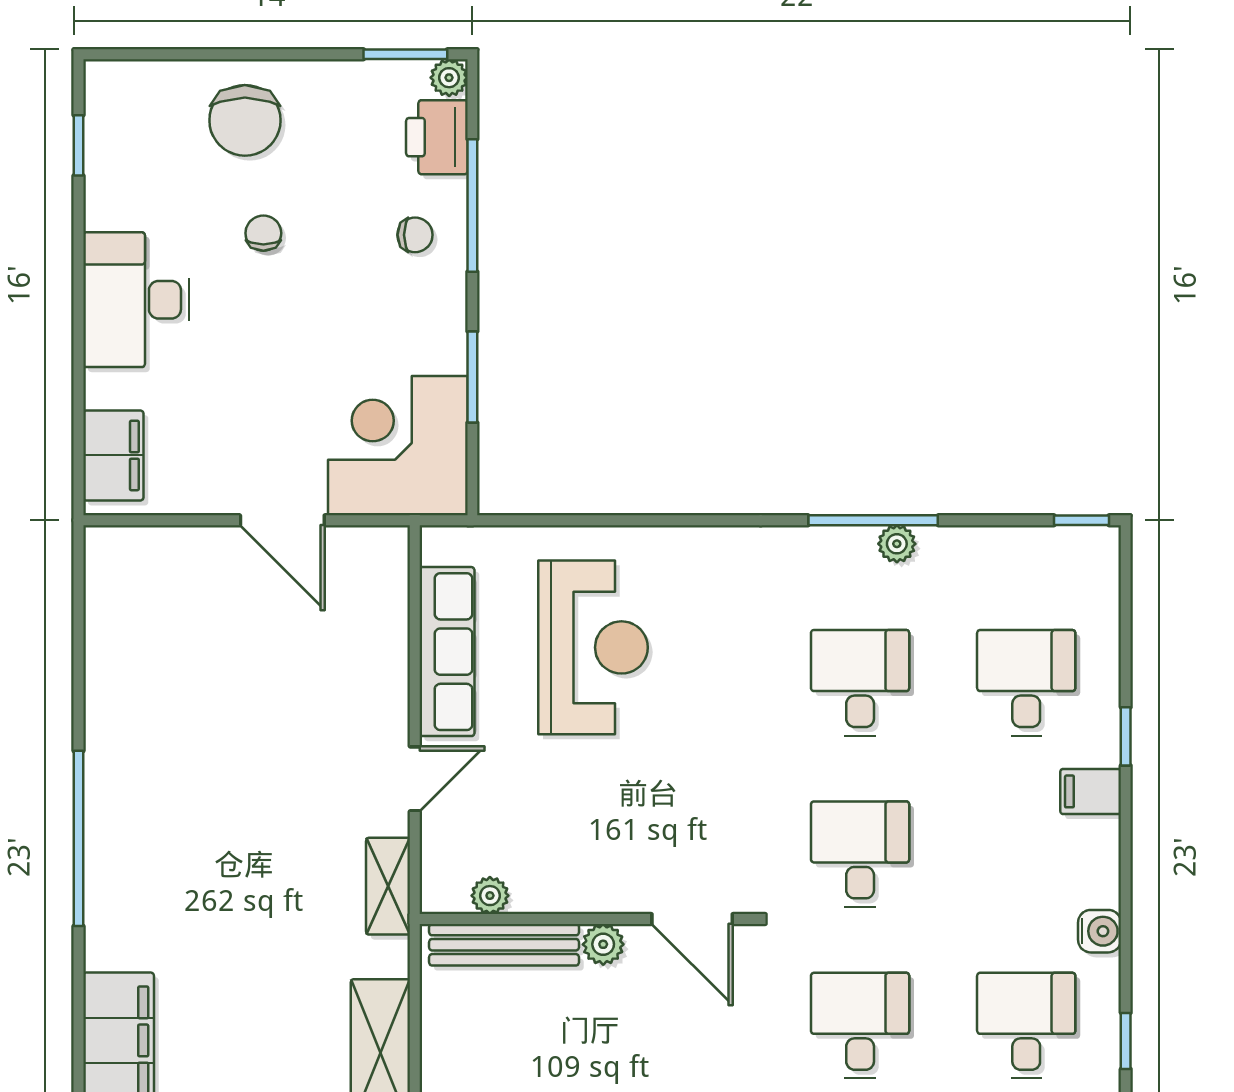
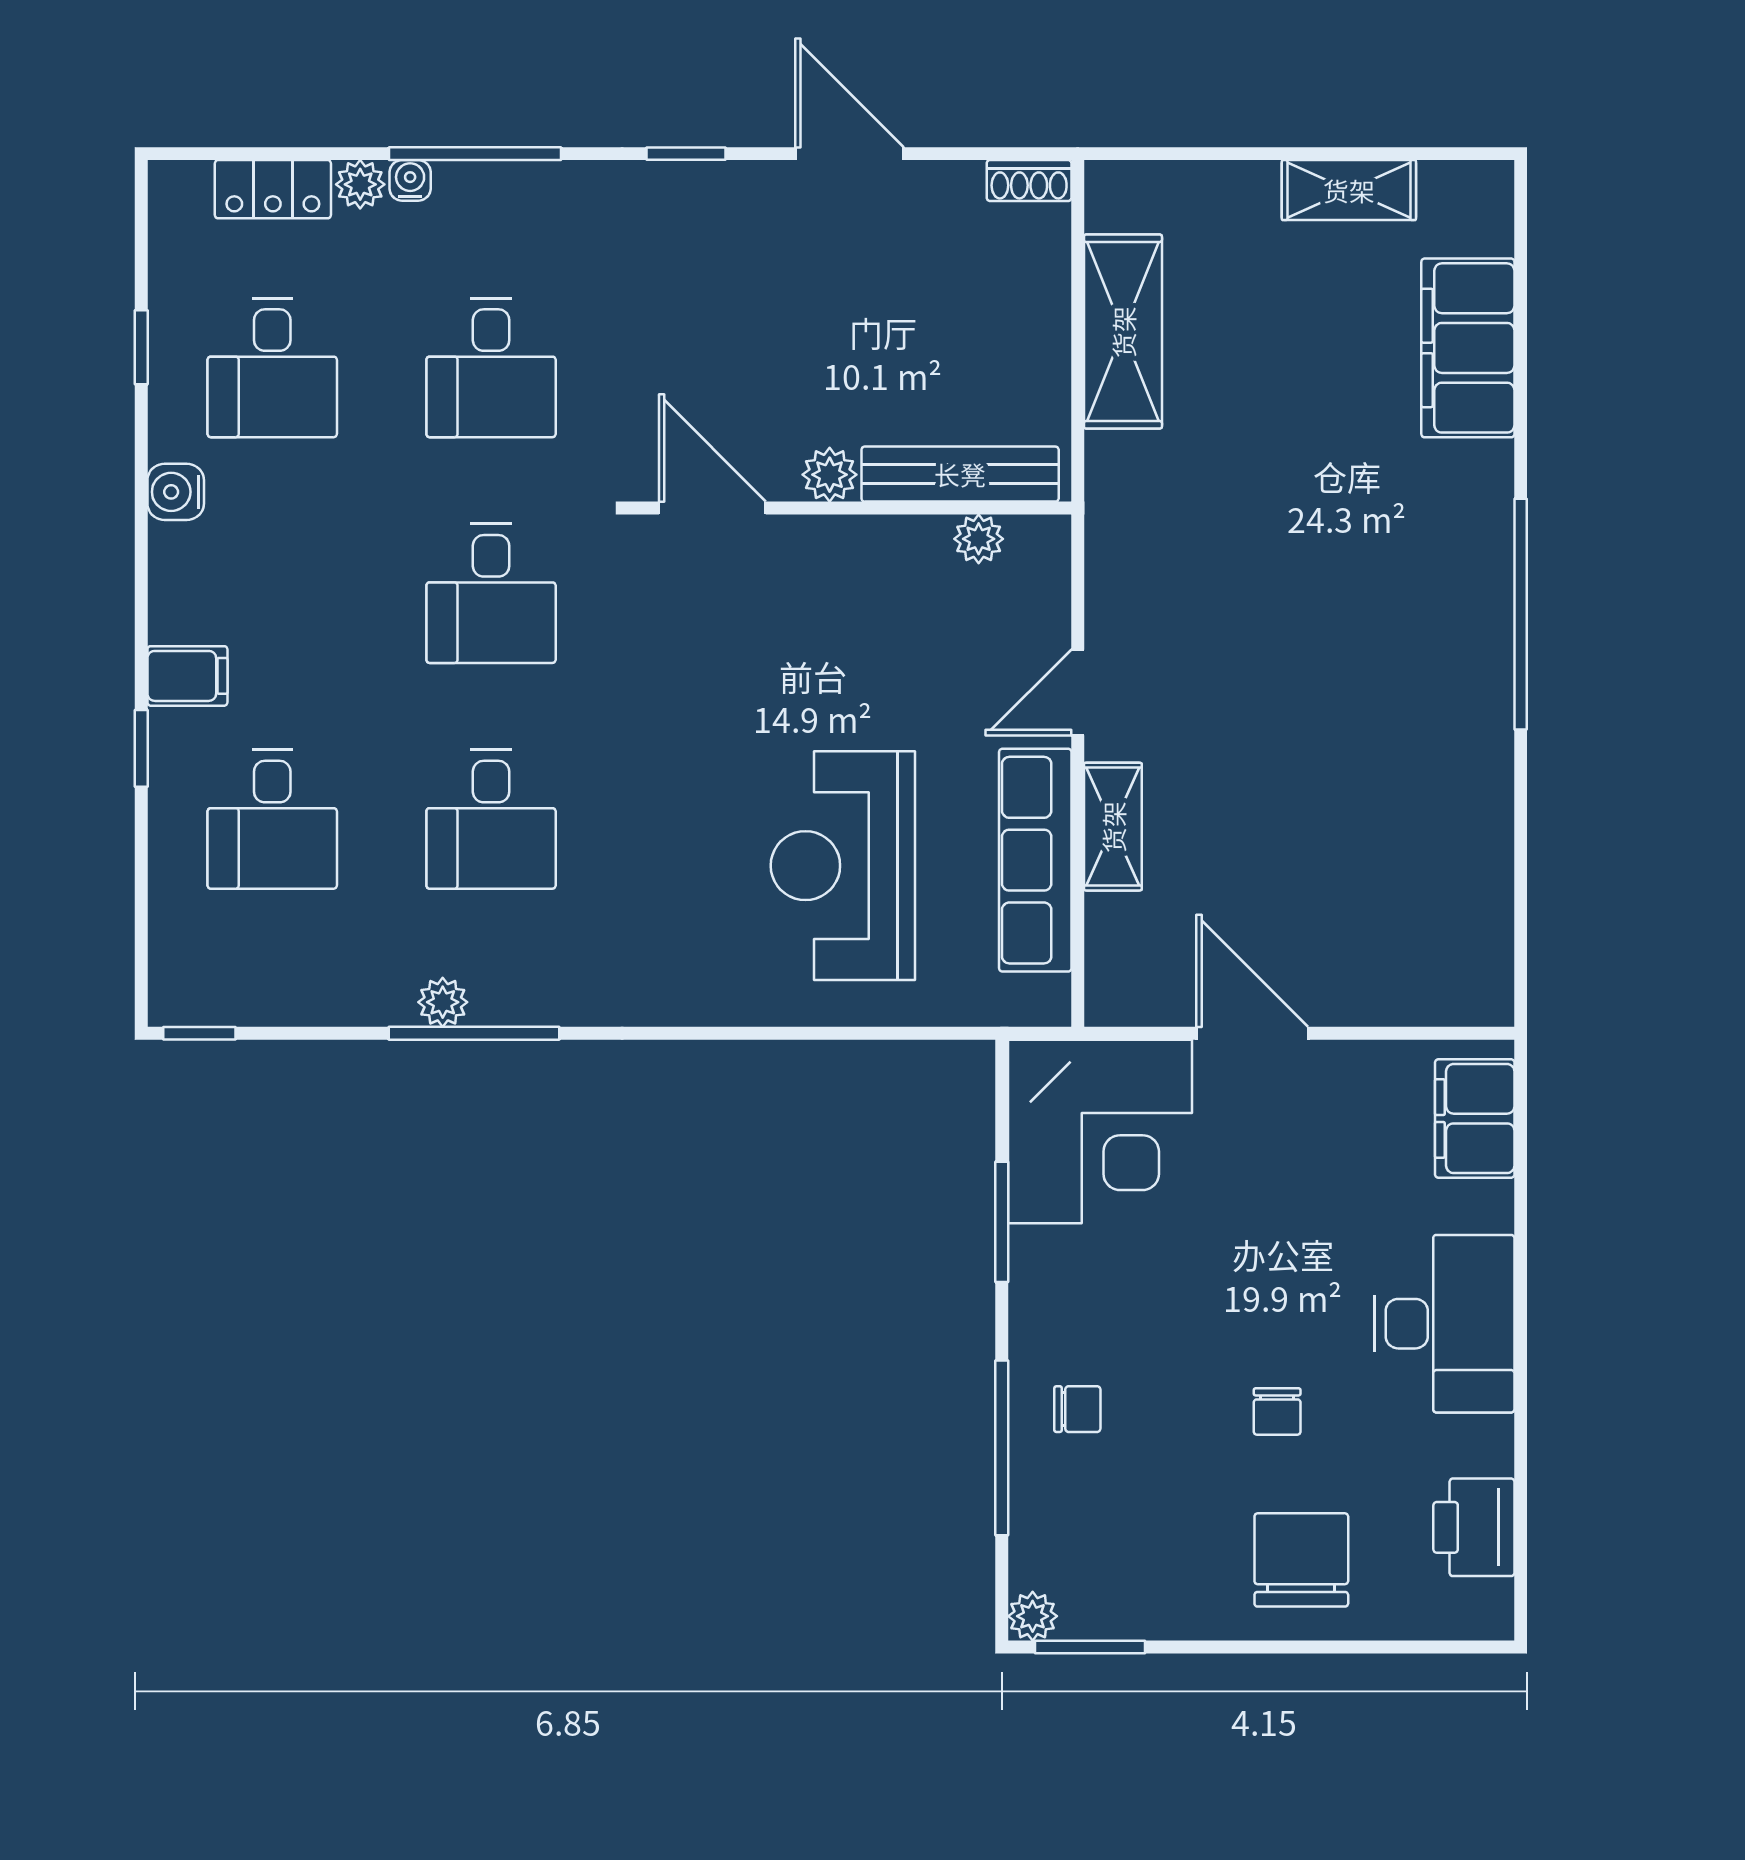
printer: (437, 137) -> (1474, 1527), moved, turned 180
window: (78, 145) -> (1521, 1527), removed
chair: (415, 235) -> (1077, 1409), turned 180
shelving: (388, 886) -> (1113, 827), moved

